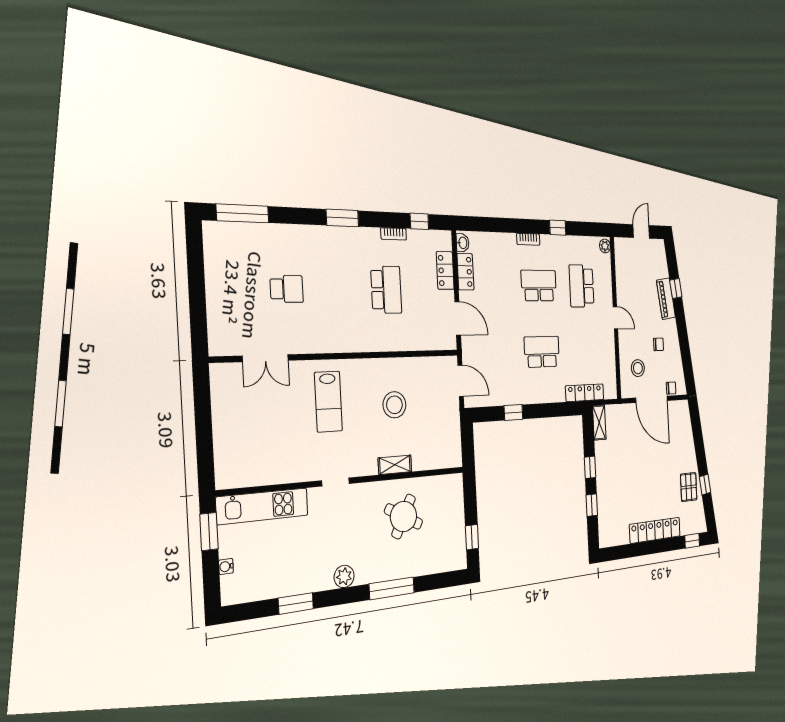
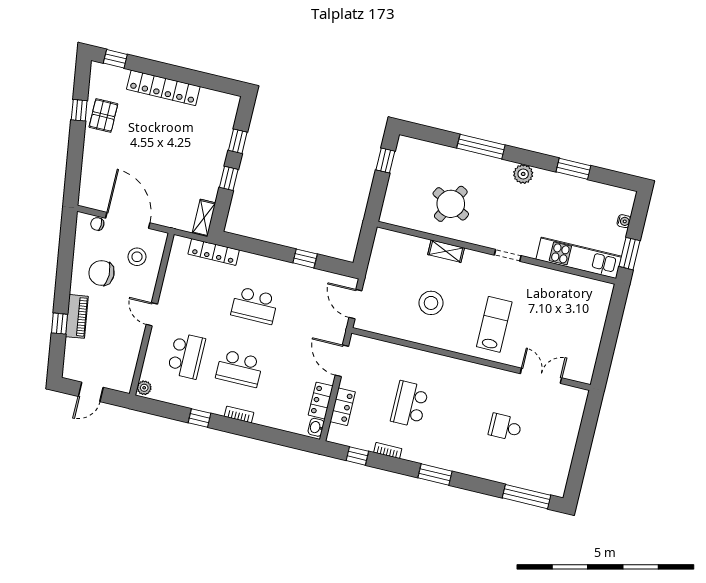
chair: (658, 344) -> (101, 273), width x1.87, depth x1.87

